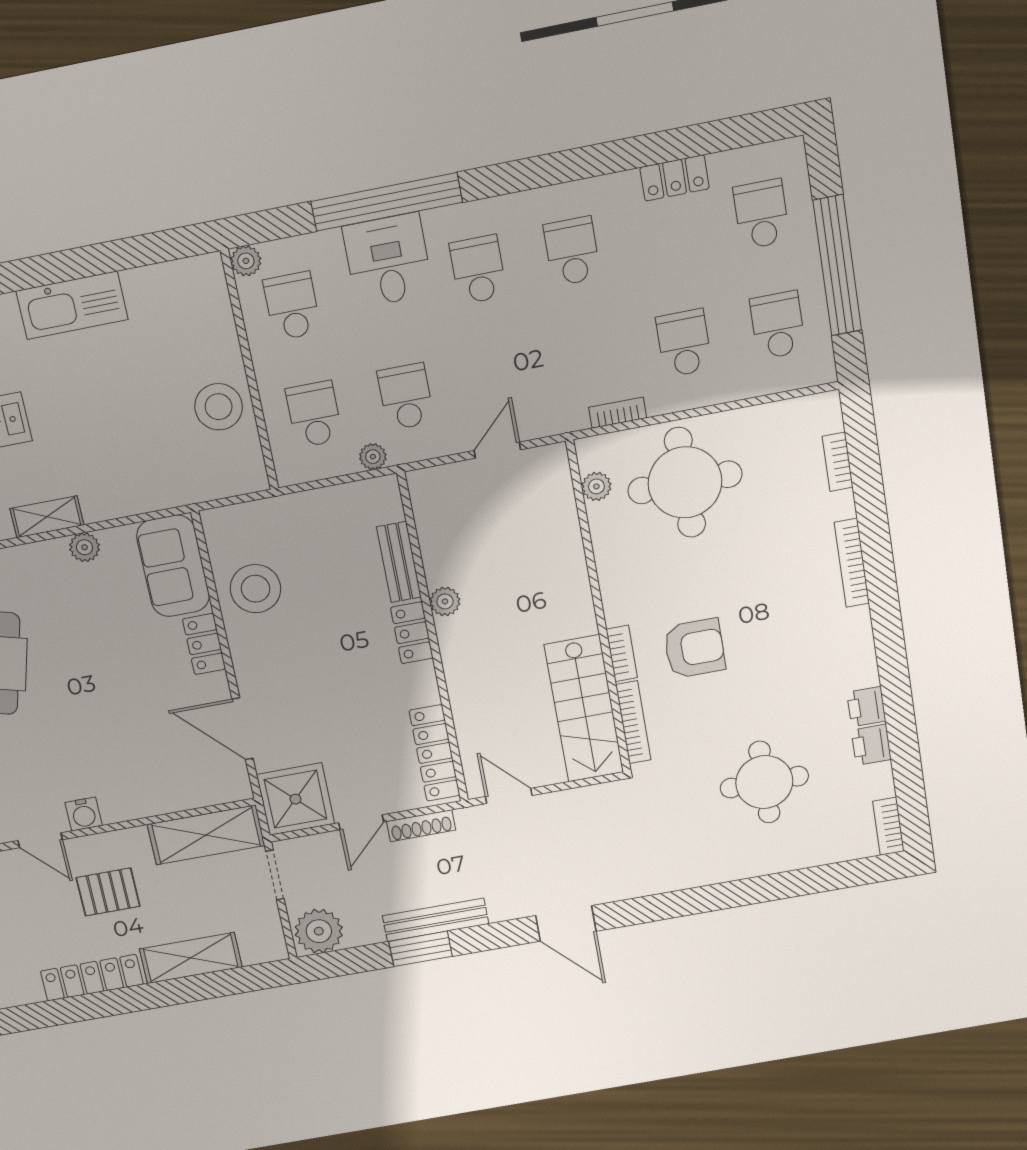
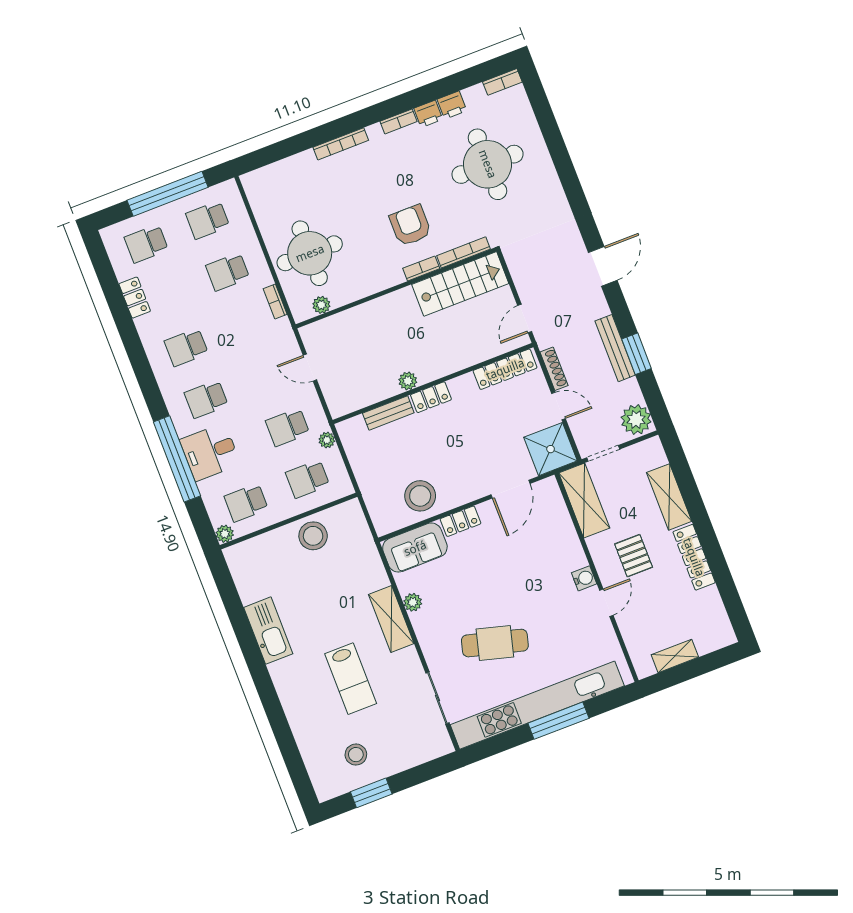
bookcase: (838, 462) -> (399, 121), moved
shelving: (47, 517) -> (391, 619), width x1.50, depth x1.33
round table: (764, 782) -> (488, 164), width x1.36, depth x1.36

